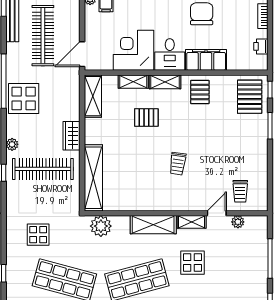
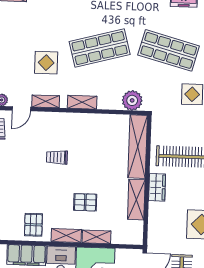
shelving: (93, 96) -> (136, 200), moved
trolley: (178, 164) -> (57, 157), turned -98
shelving: (153, 225) -> (82, 102), width x0.67, depth x0.75

